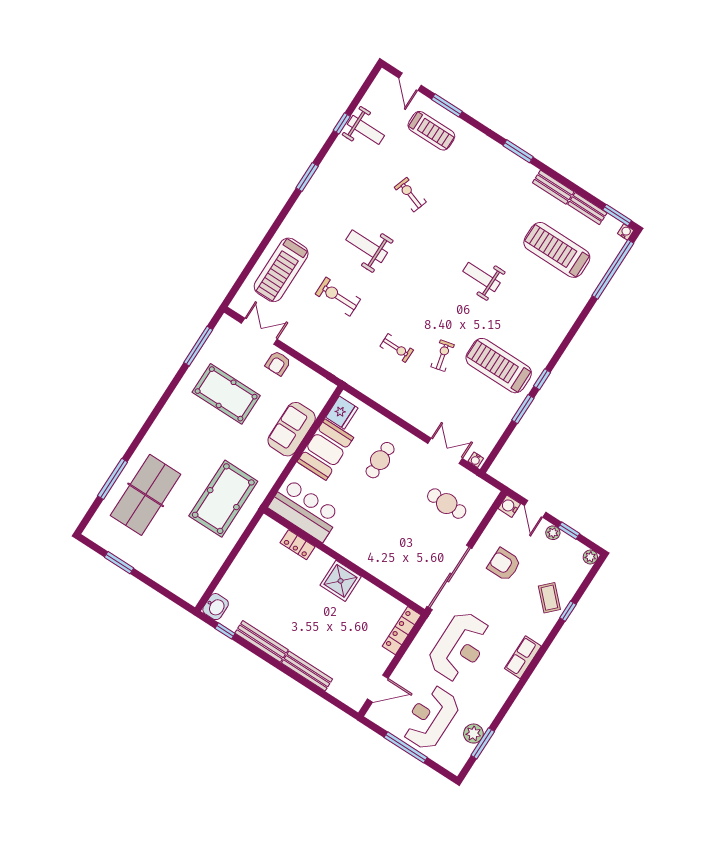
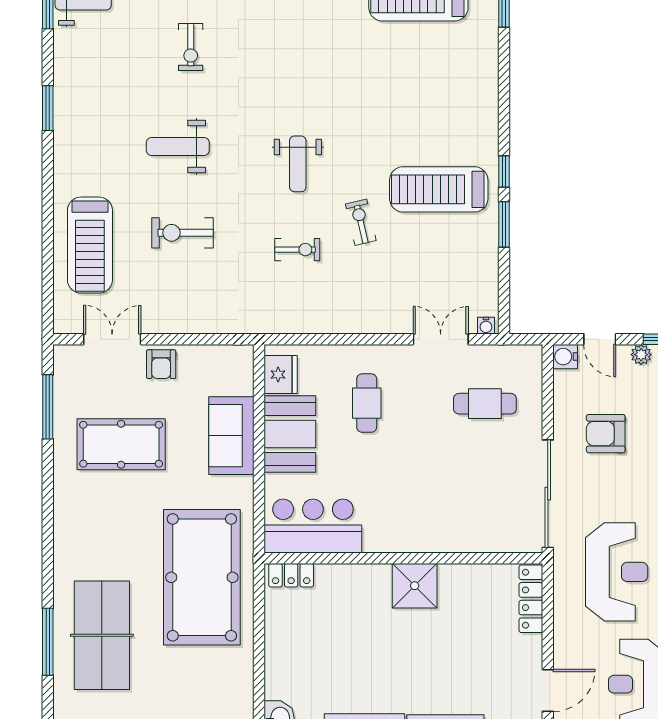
exercise bike: (410, 195) -> (191, 47), turned -109
weight bench: (482, 277) -> (298, 164), moved, turned -90
pool table: (223, 499) -> (202, 577), width x1.36, depth x1.32
locker: (297, 545) -> (291, 575), moved

